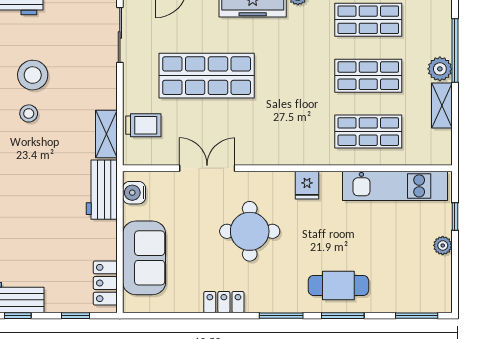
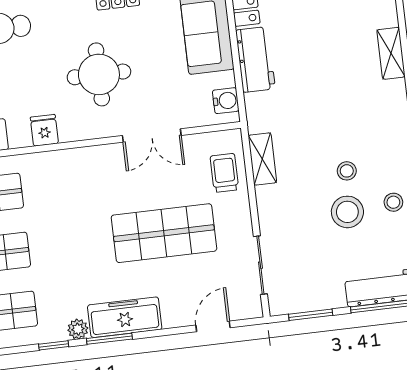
trolley: (143, 125) -> (224, 173), turned 90
workbench: (102, 190) -> (255, 59), moved

